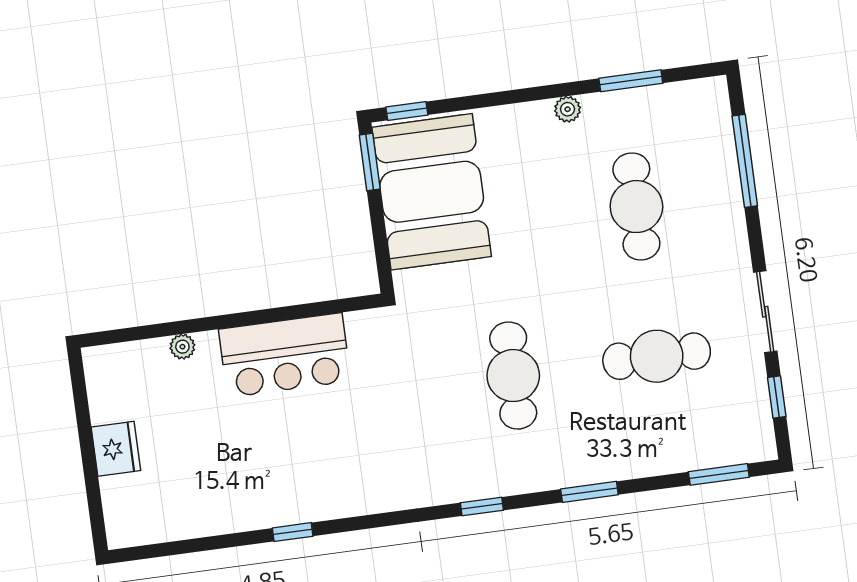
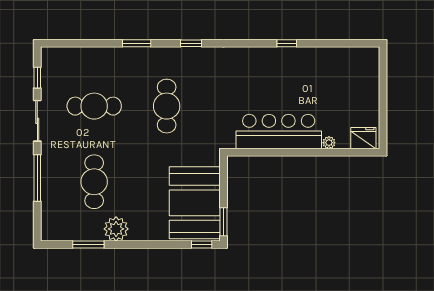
plant: (568, 109) -> (116, 229), width x1.88, depth x1.88
window: (745, 161) -> (37, 178), moved
bar counter: (285, 355) -> (279, 132), width x1.36
fridge: (116, 449) -> (363, 138), moved, turned 90
window: (719, 474) -> (71, 43), removed

